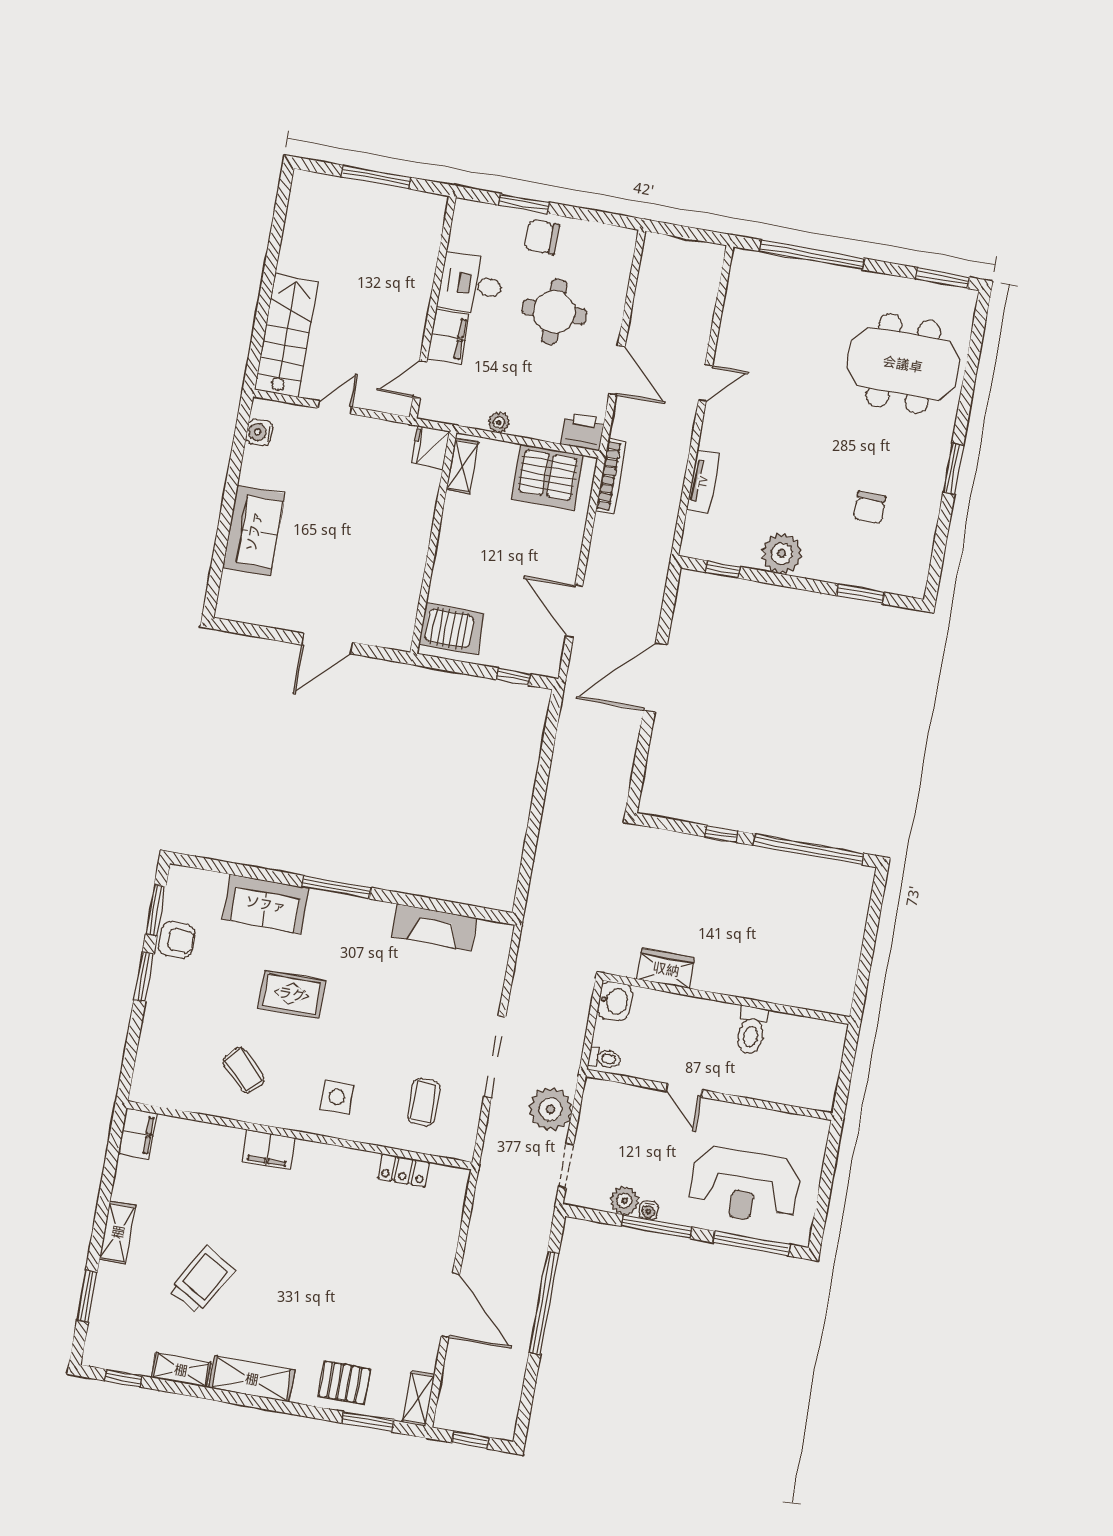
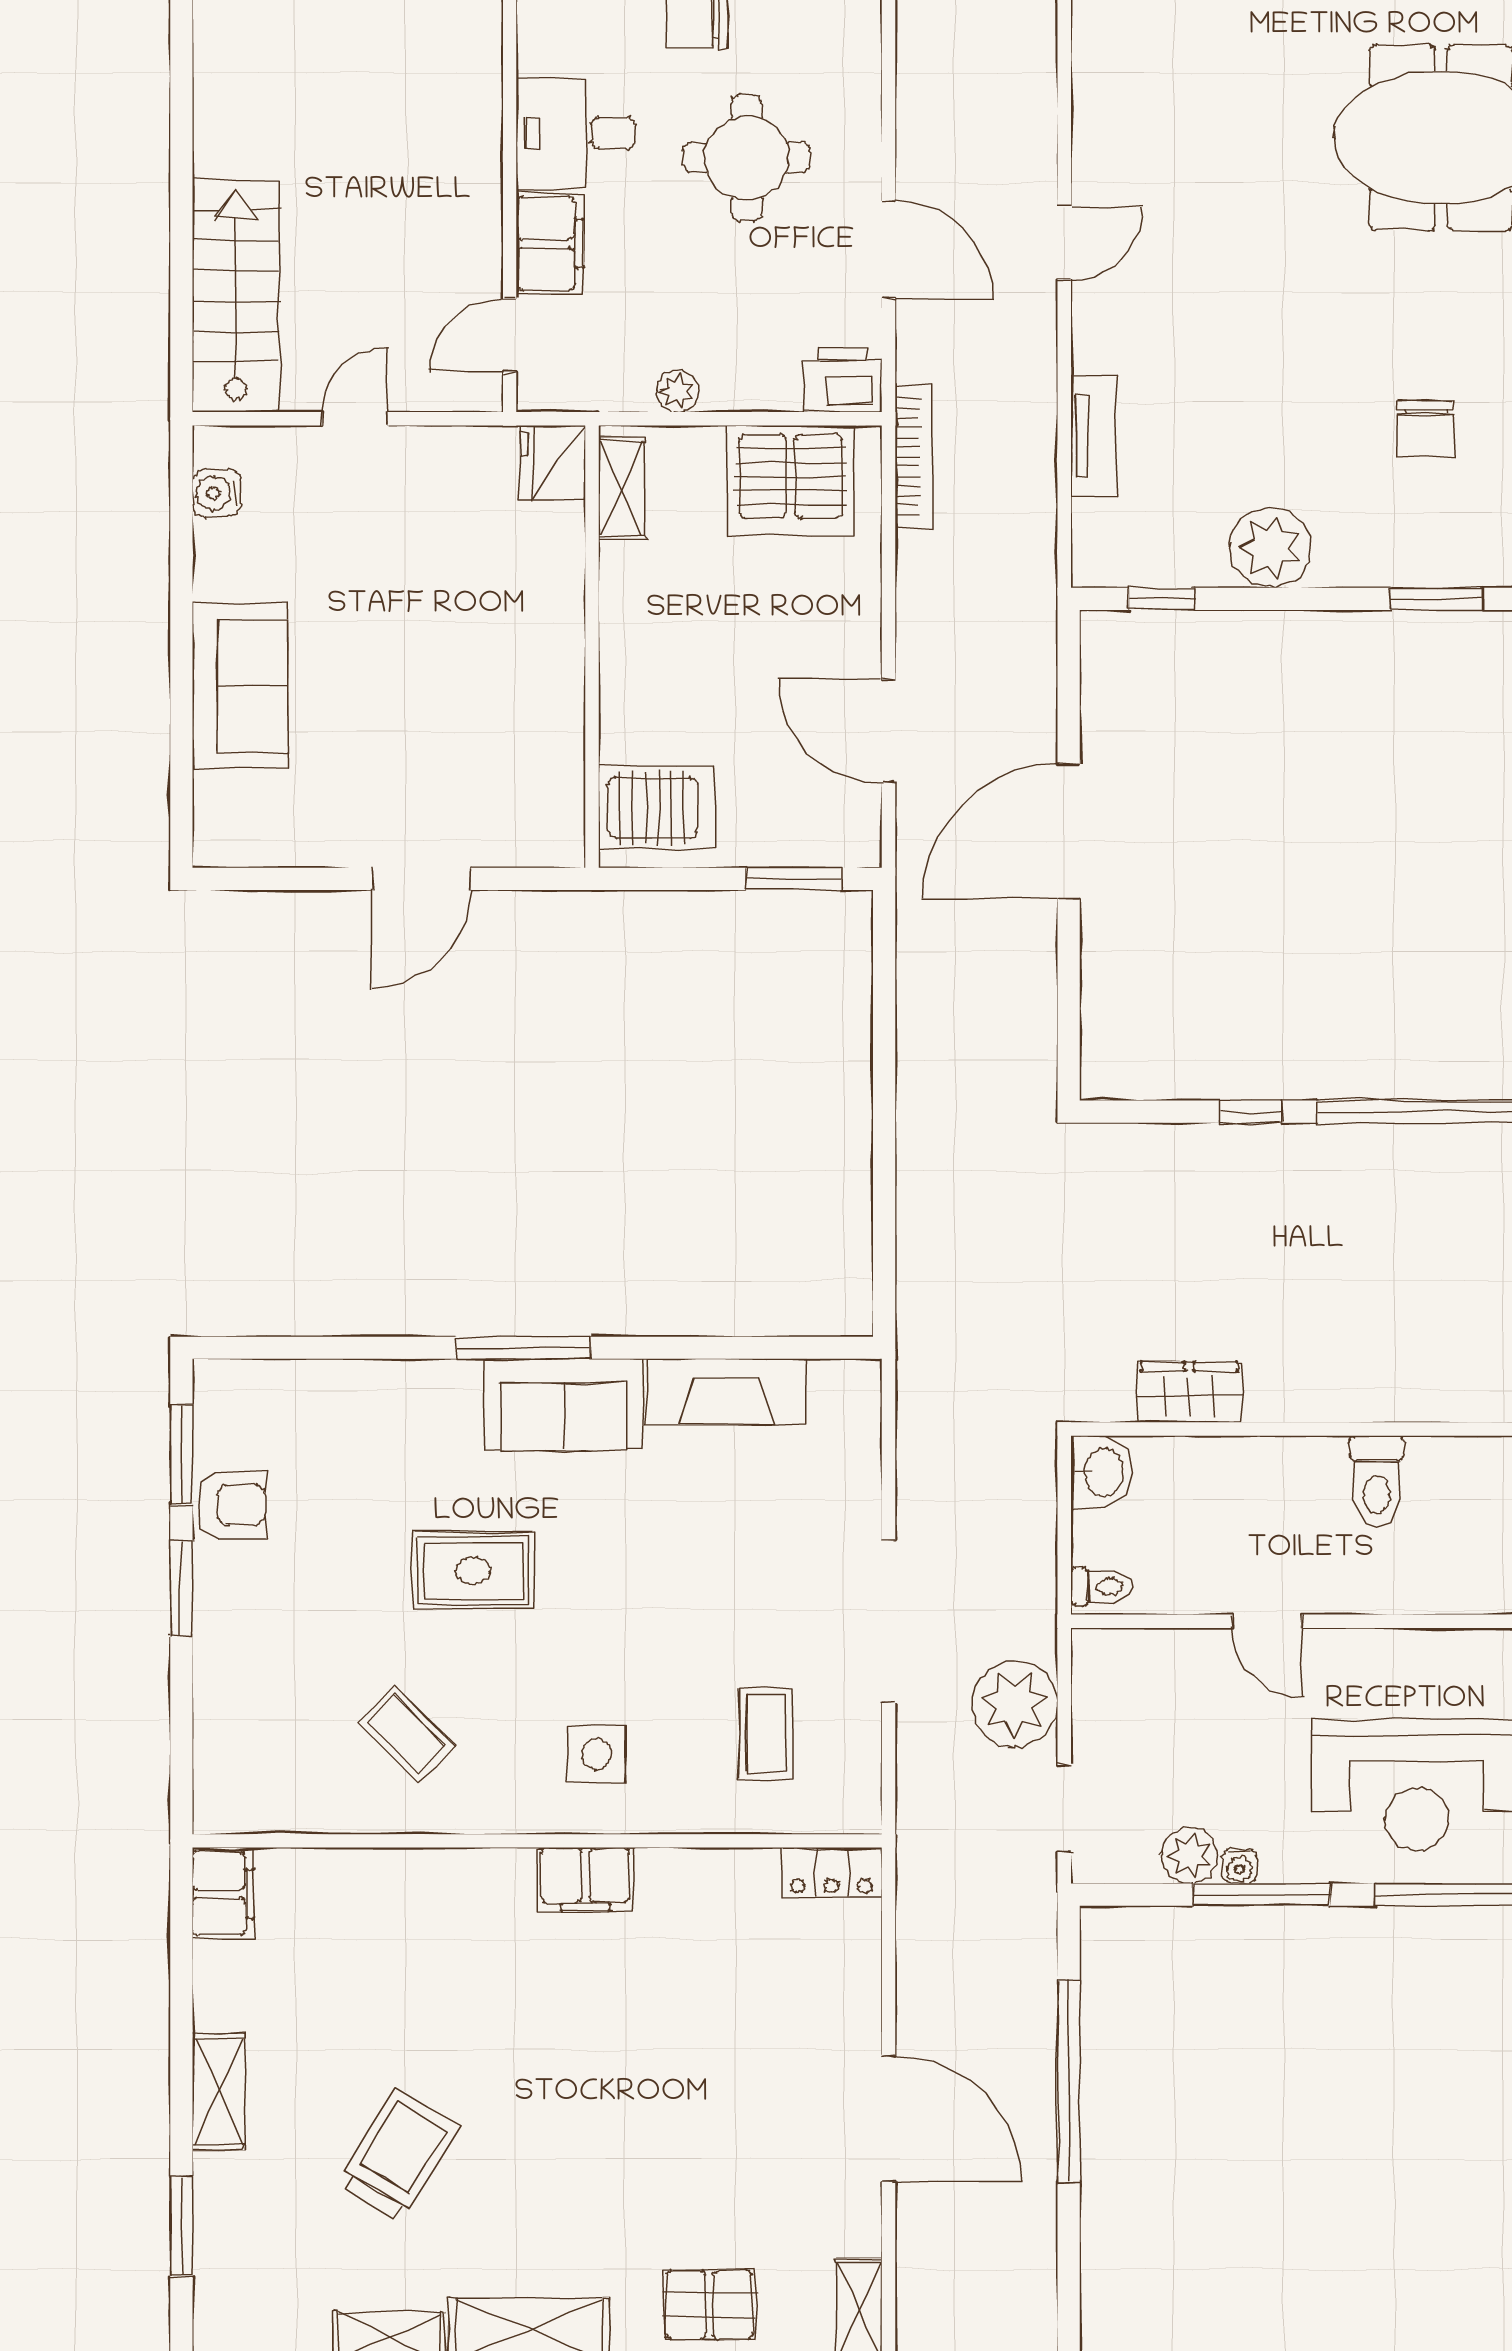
window: (514, 677) -> (794, 879), width x1.50
sofa: (266, 904) -> (563, 1404), moved
filing cabinet: (269, 1150) -> (586, 1879), moved
locker: (403, 1170) -> (832, 1873), moved

